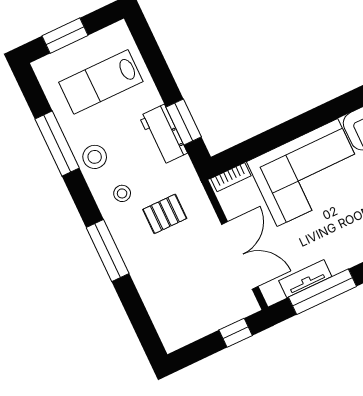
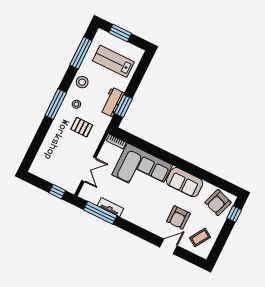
window: (57, 144) -> (81, 53), moved
window: (108, 250) -> (56, 104), moved
double door: (240, 255) -> (89, 169), width x0.73
tv unit: (305, 279) -> (110, 207), moved

